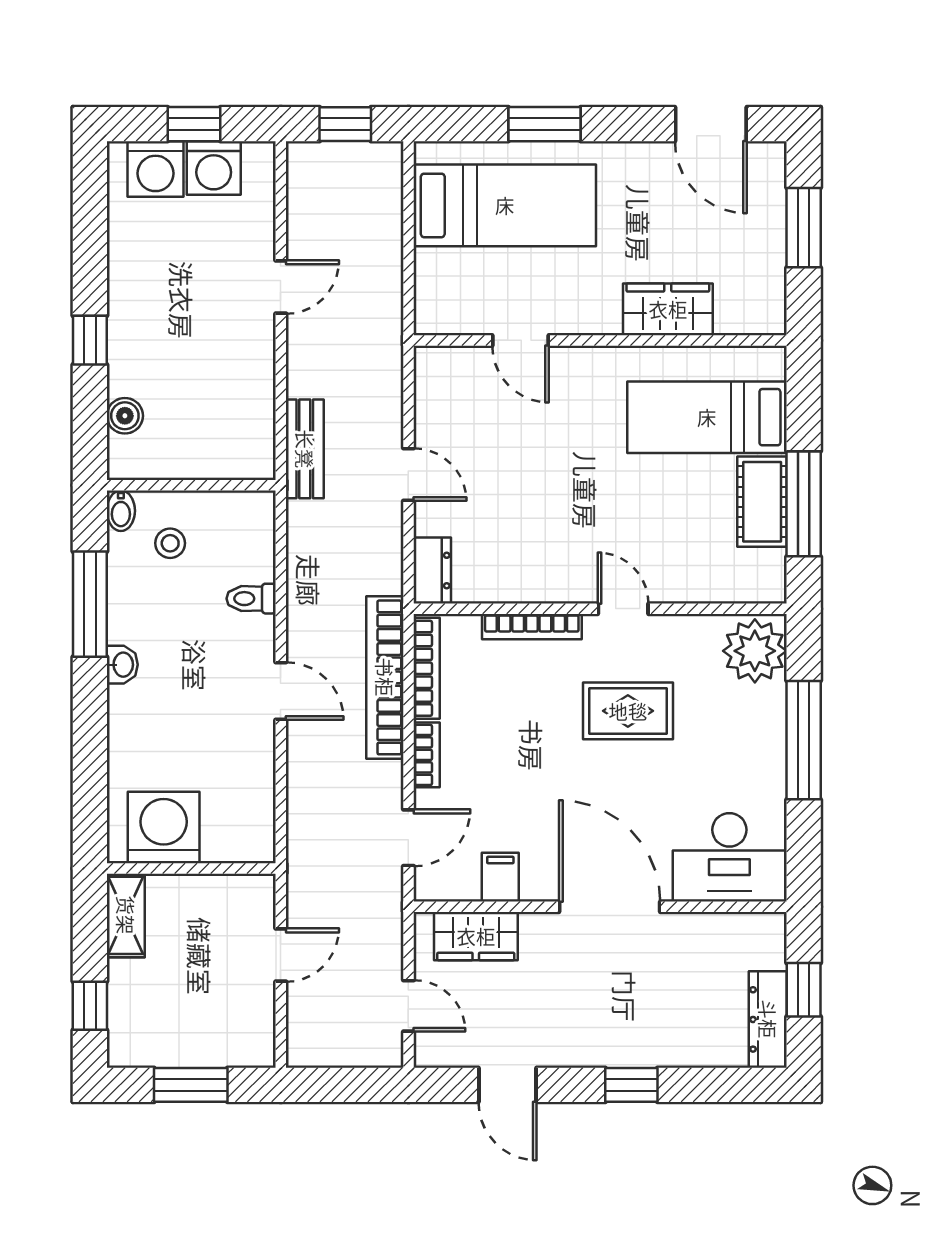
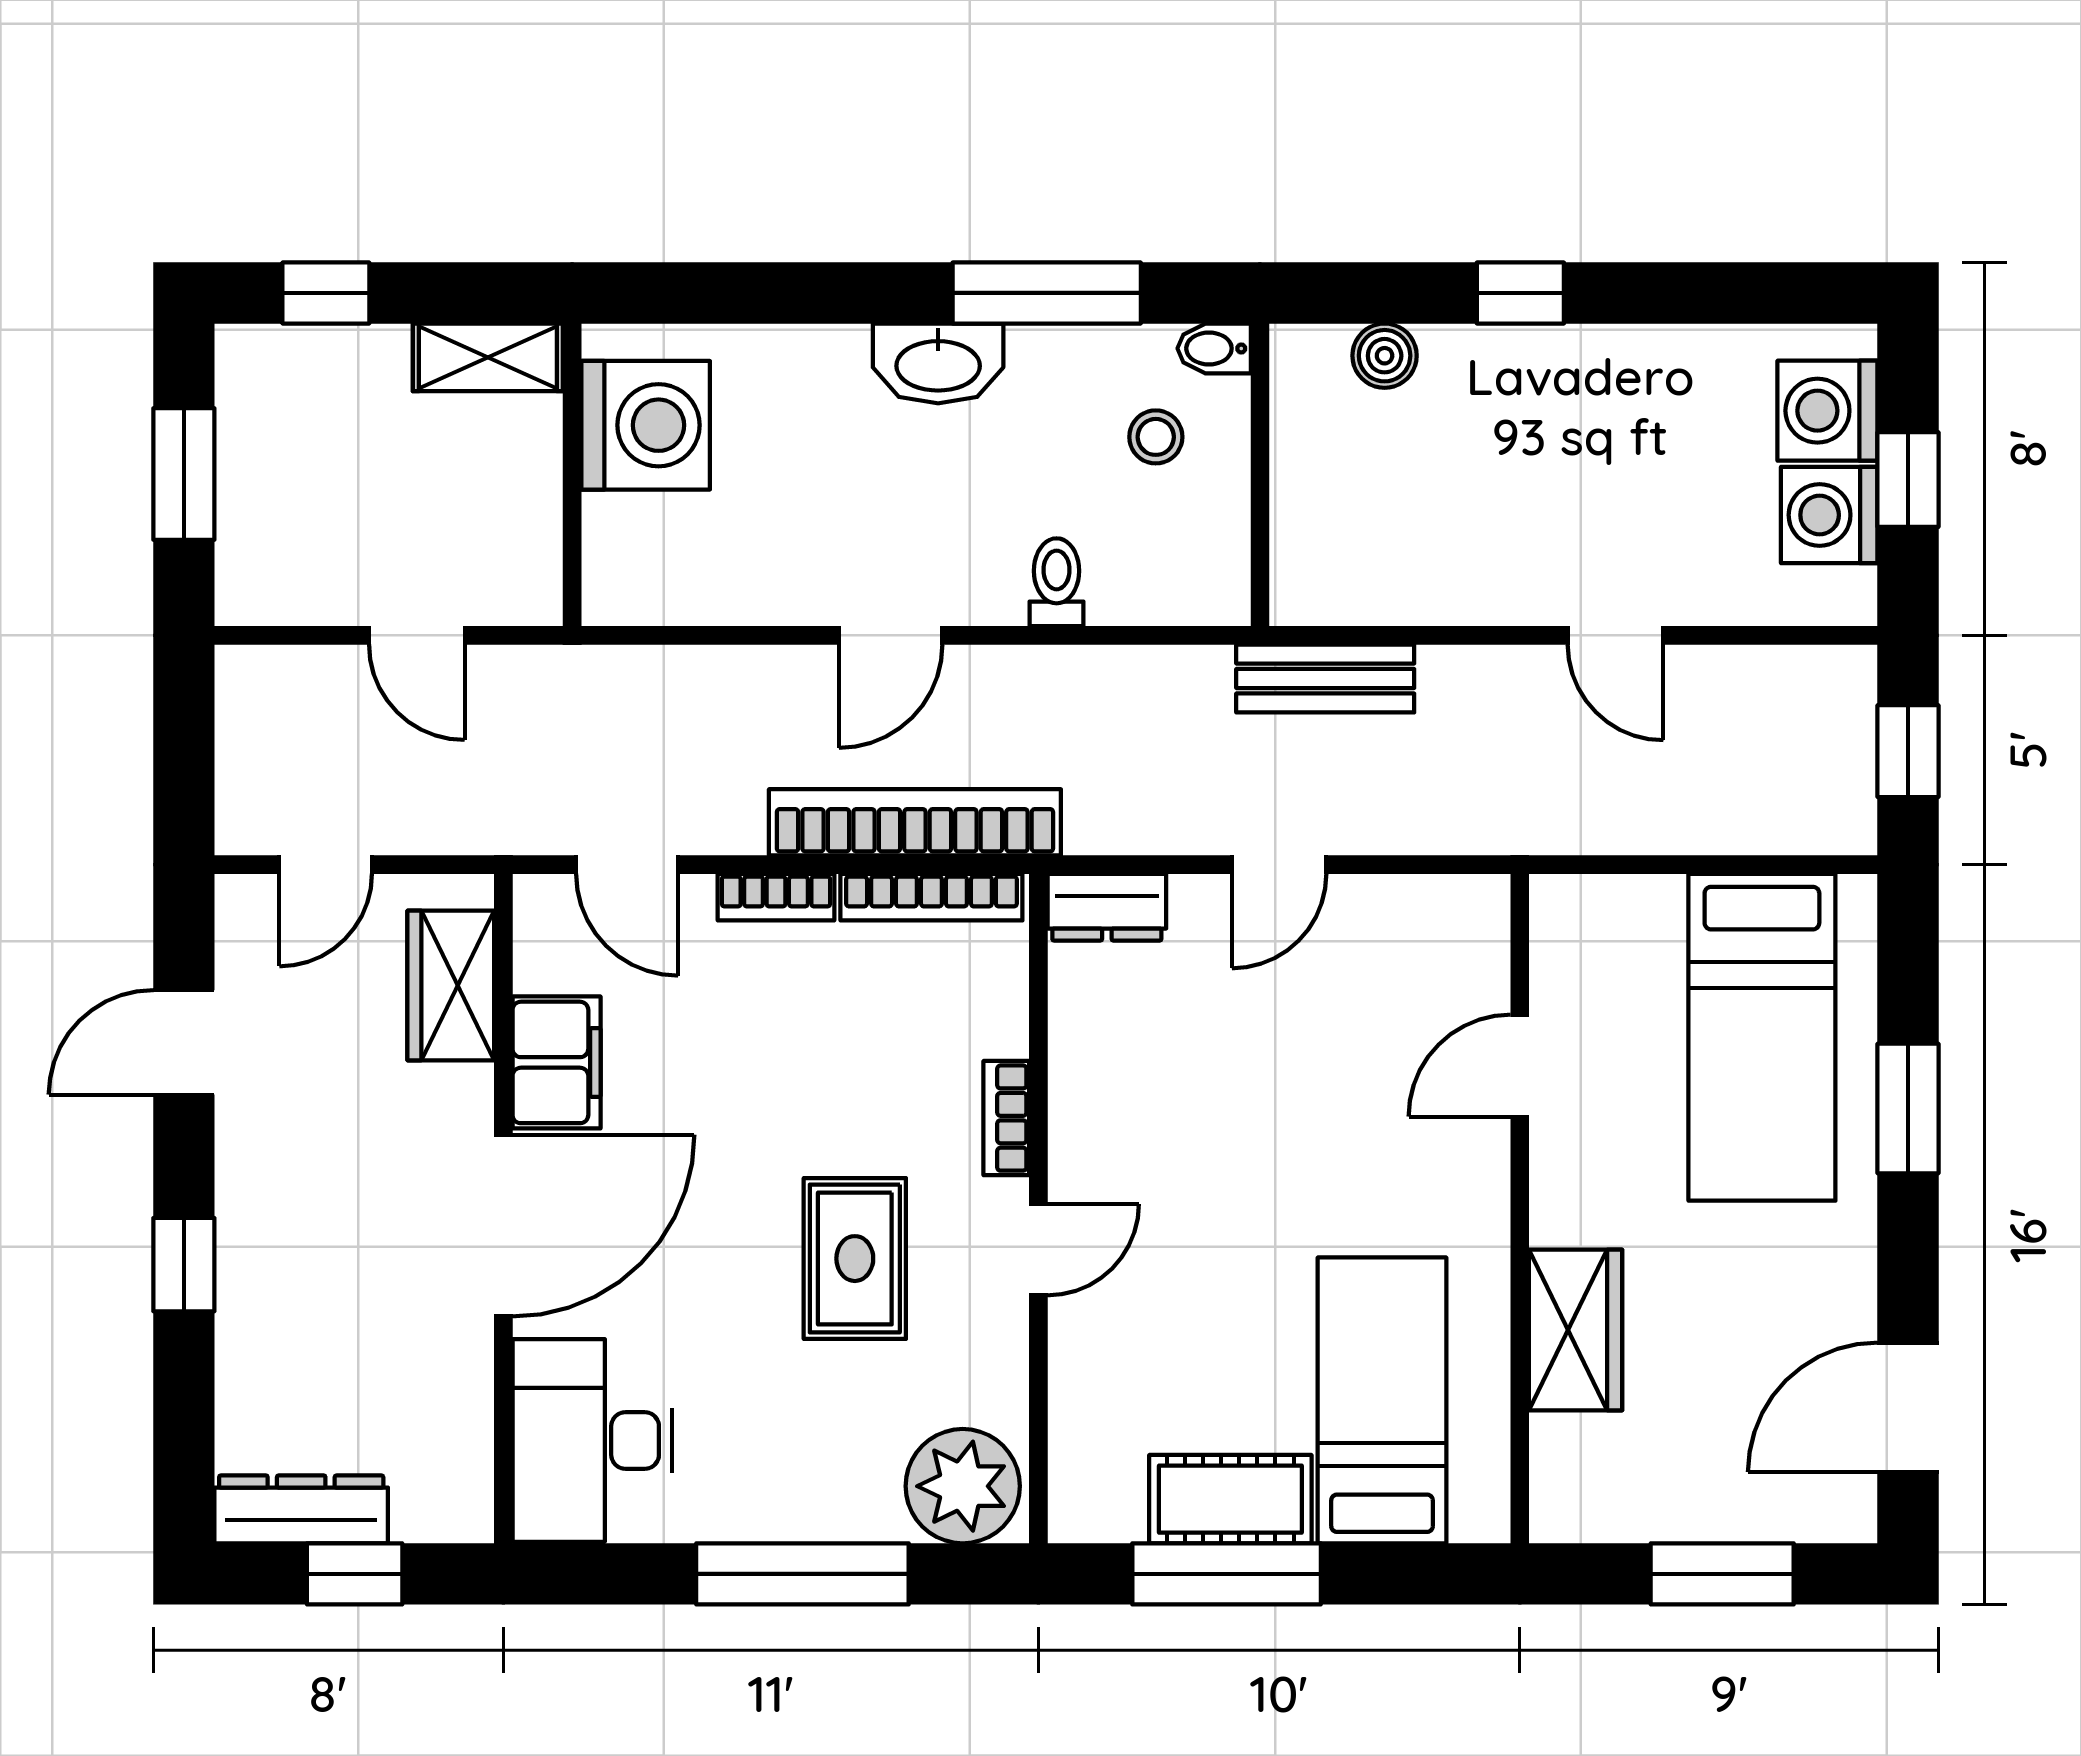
bookcase: (532, 627) -> (1006, 1118), width x0.64
washbasin: (122, 665) -> (938, 363), width x1.91, depth x1.45
filing cabinet: (500, 877) -> (557, 1062), width x2.00

